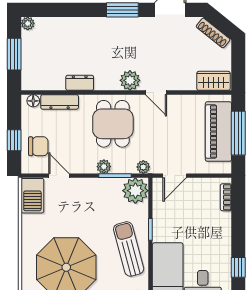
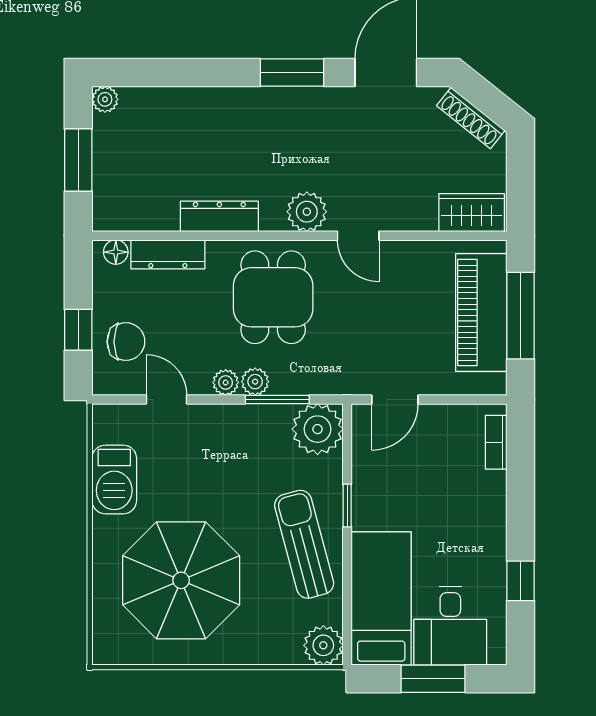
dresser: (80, 83) -> (219, 216), width x1.44
plant: (143, 167) -> (226, 382), moved
barbecue: (32, 196) -> (114, 479), moved

